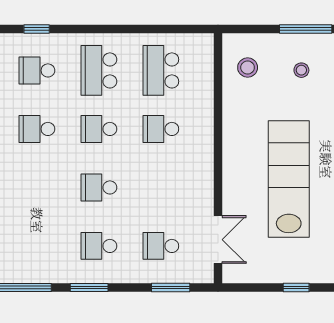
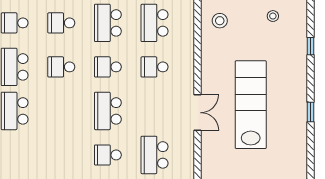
stool: (301, 70) -> (273, 16), moved
school desk: (99, 187) -> (108, 111), width x1.85
double door: (218, 240) -> (197, 113), moved
school desk: (161, 246) -> (155, 155), width x1.85

